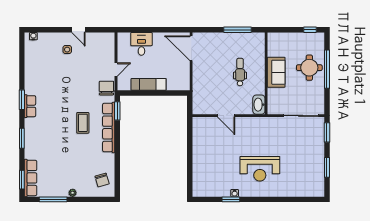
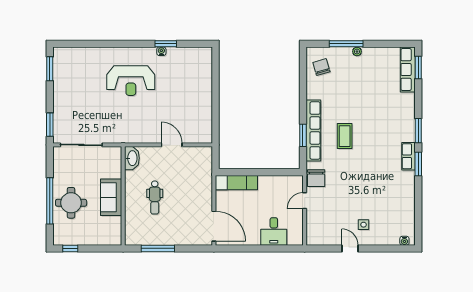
exam couch: (149, 84) -> (236, 183), moved
window: (117, 111) -> (303, 135), moved
window: (22, 138) -> (418, 131), moved
window: (327, 167) -> (50, 69), moved
reception desk: (260, 169) -> (131, 81), turned 180
window: (53, 199) -> (346, 44), moved

